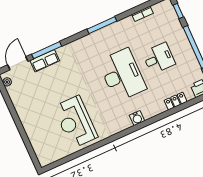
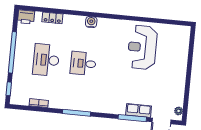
desk: (159, 58) -> (46, 60), width x1.37
desk: (122, 75) -> (83, 63), width x0.53, depth x0.77
reception desk: (75, 122) -> (142, 47), turned 180

